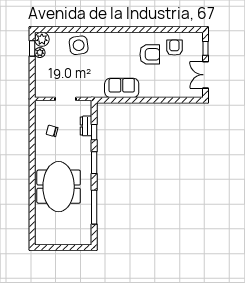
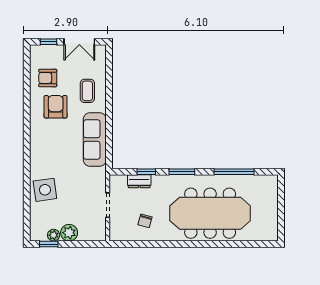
plant: (42, 39) -> (69, 233), moved
coffee table: (163, 82) -> (87, 91), added
sofa: (122, 88) -> (95, 139), width x1.36
meeting table: (59, 187) -> (210, 213), width x1.36

